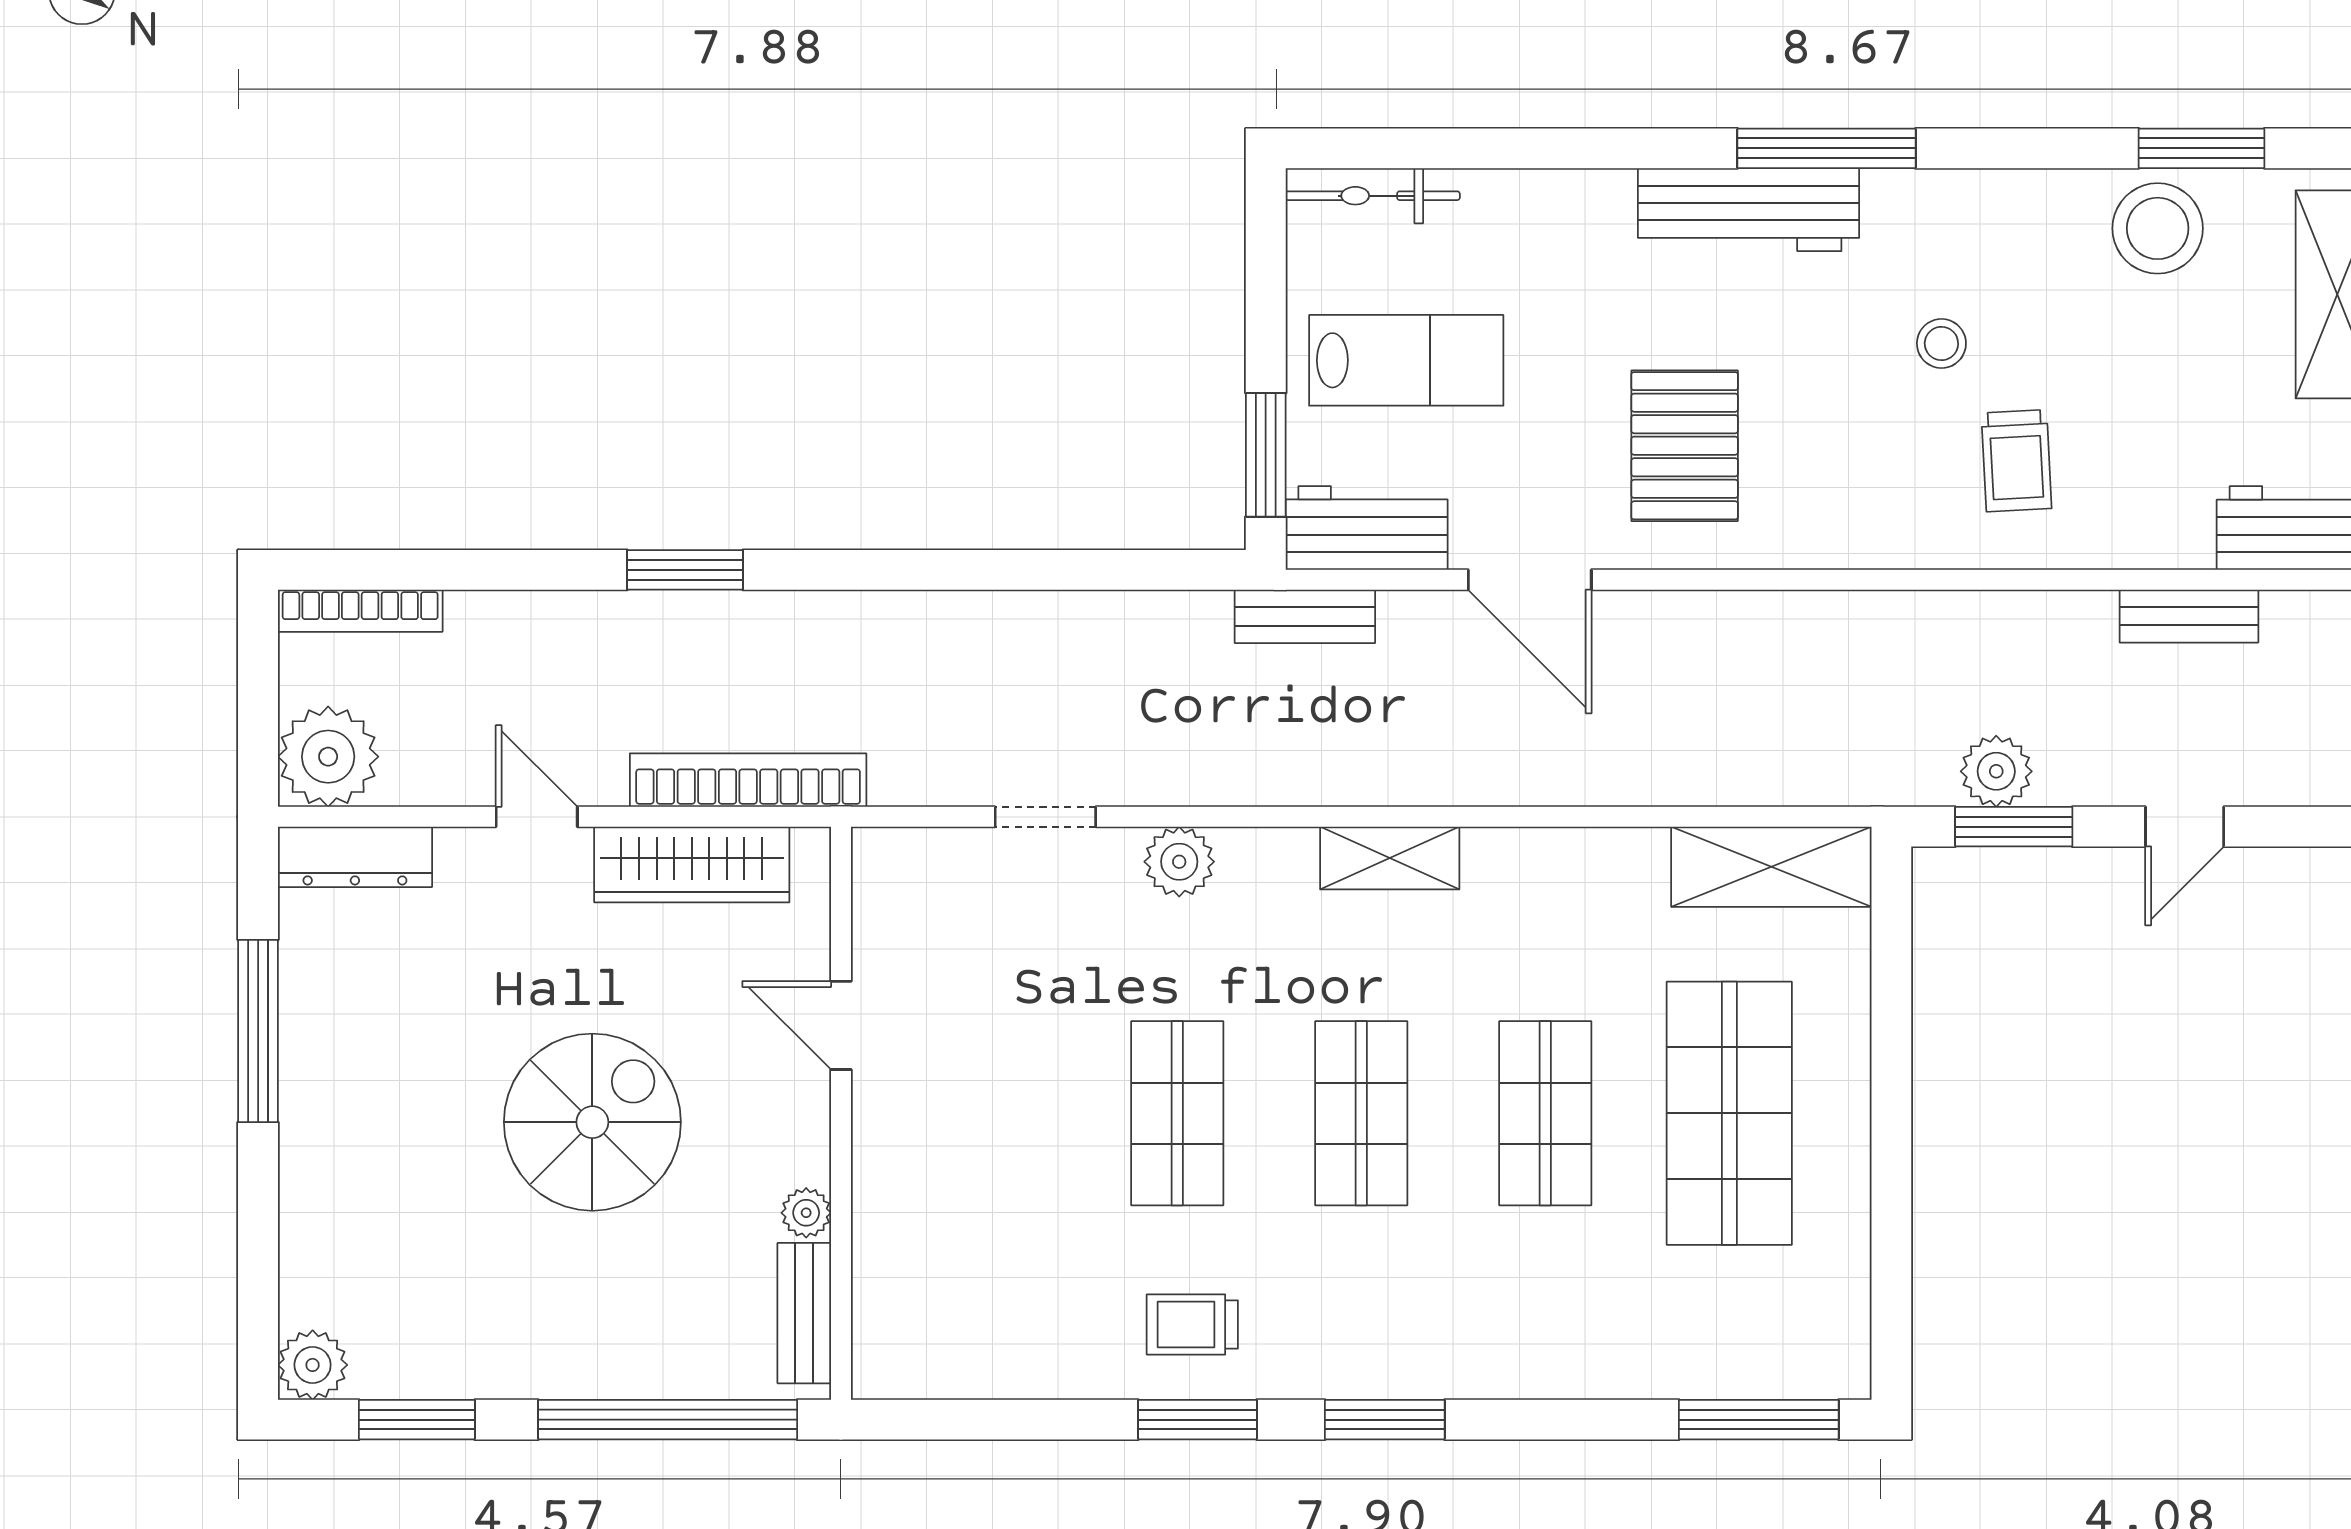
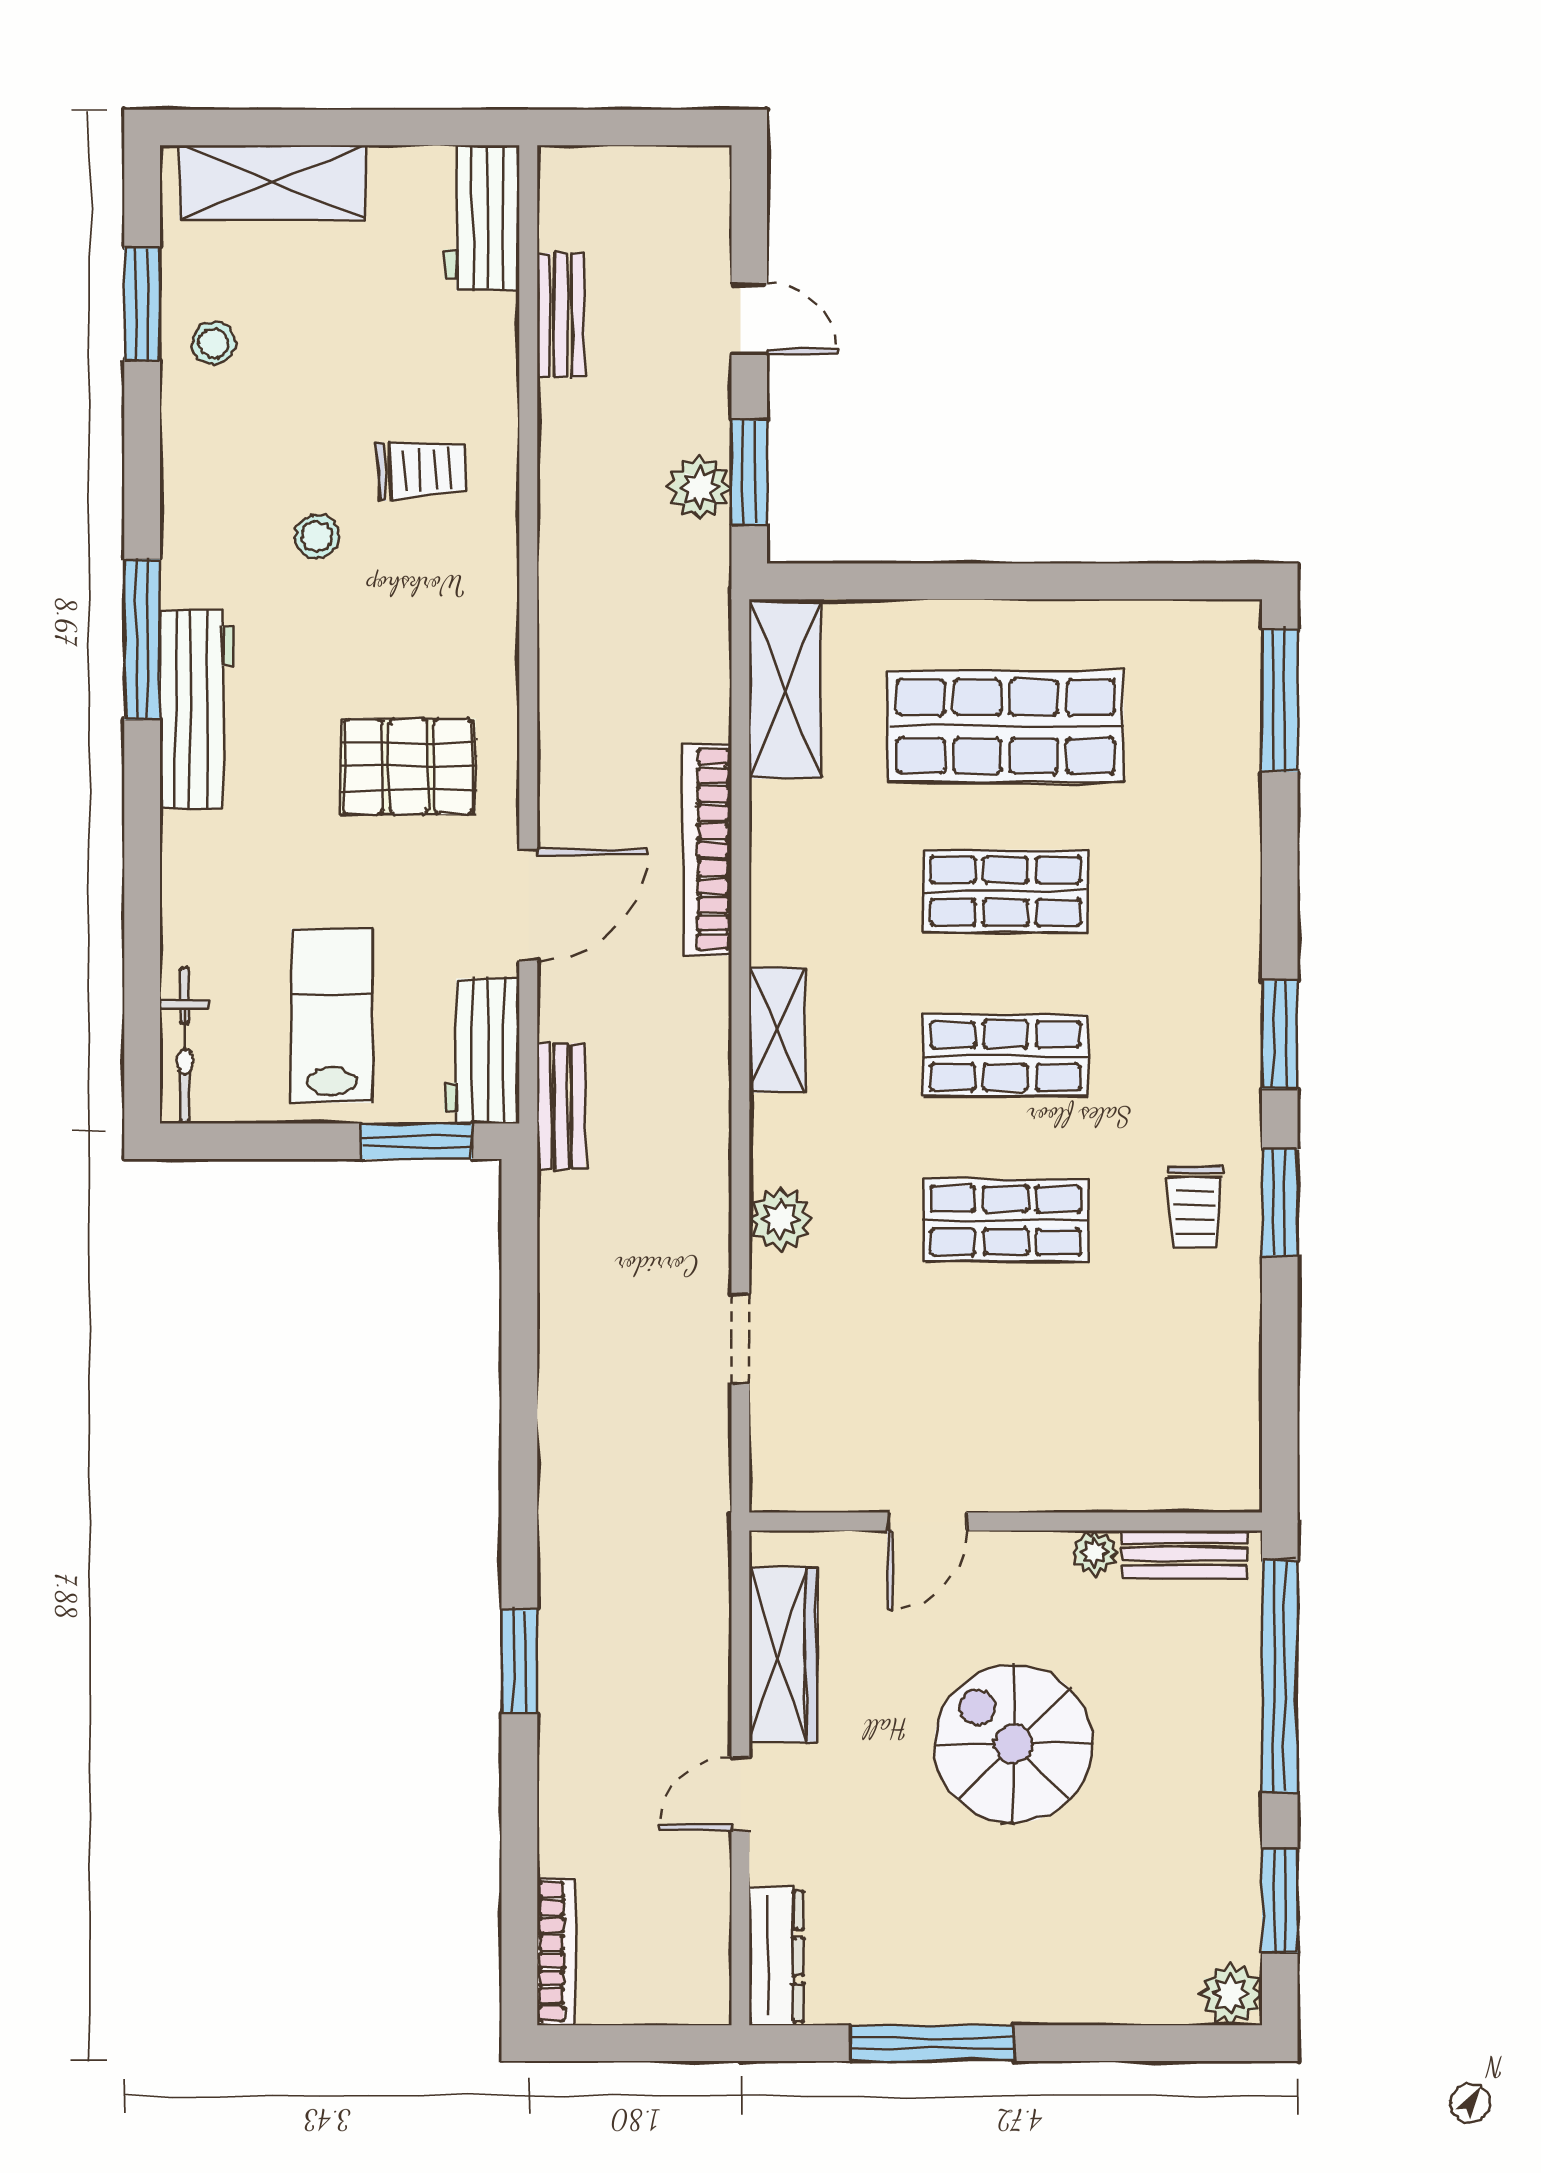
stool: (2158, 228) -> (214, 343), width x0.53, depth x0.53
plant: (328, 757) -> (686, 1980), removed
bookcase: (748, 780) -> (708, 850), moved

